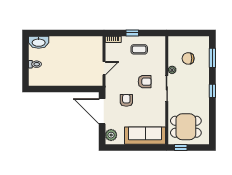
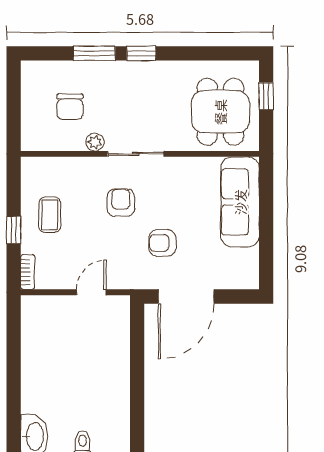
window: (212, 58) -> (94, 53), moved
door: (104, 68) -> (91, 292), hinge flipped
plant: (111, 135) -> (239, 277), removed
window: (181, 148) -> (266, 96), moved

